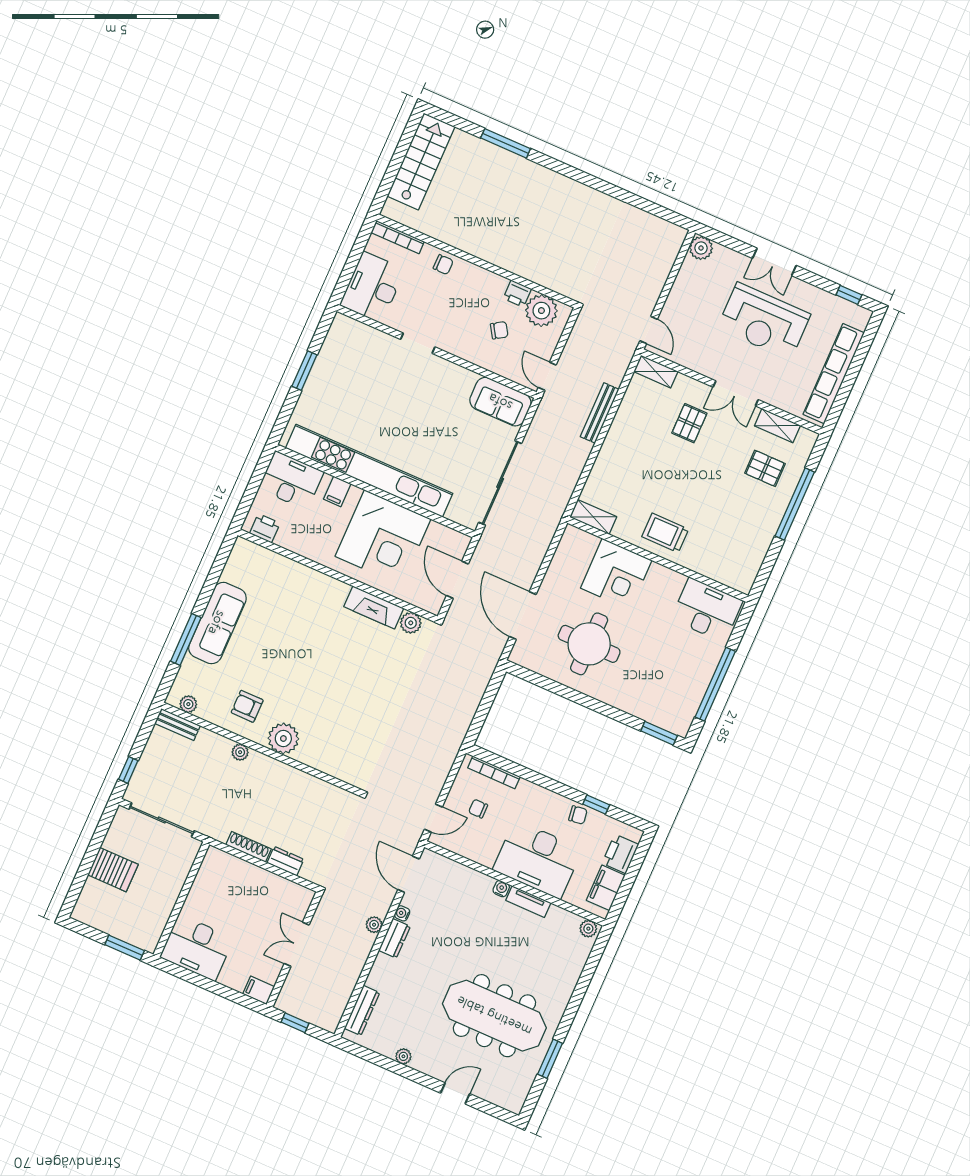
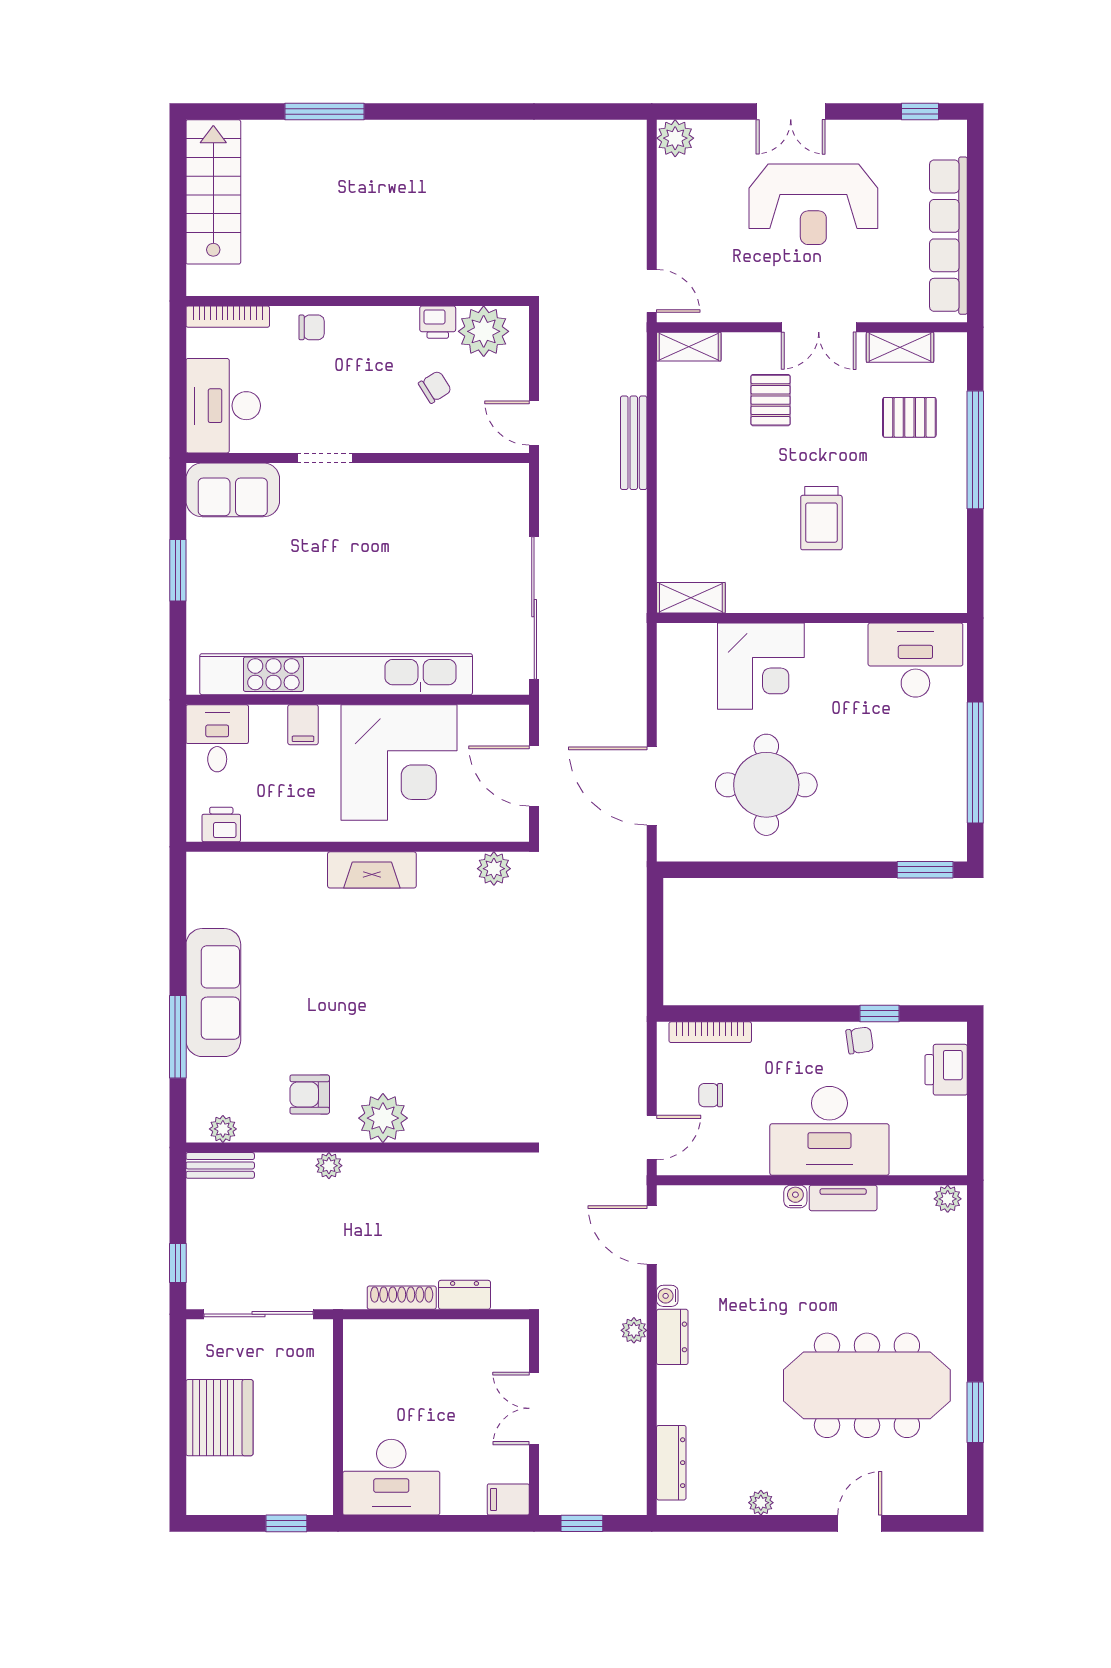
sofa: (500, 402) -> (233, 490), moved
desk: (291, 480) -> (217, 738), width x0.73
trolley: (665, 533) -> (821, 518), moved, turned -90
fireplace: (374, 607) -> (372, 870), moved
server rack: (113, 870) -> (219, 1418), width x1.60
filing cabinet: (606, 888) -> (947, 1128), removed
window: (125, 948) -> (286, 1523), width x0.67

